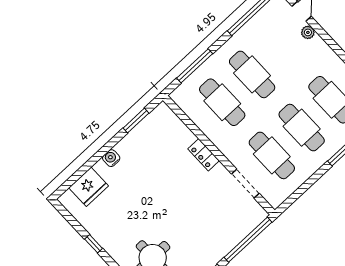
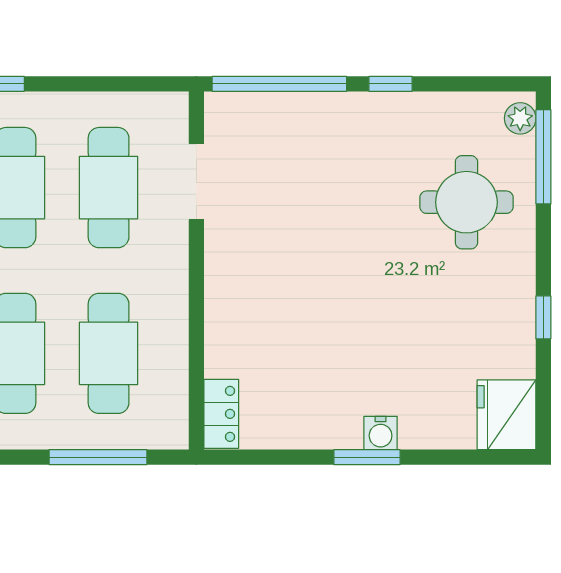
window: (136, 121) -> (367, 457), moved
locker: (204, 155) -> (221, 414), moved
fridge: (89, 187) -> (507, 415), moved, turned -90

